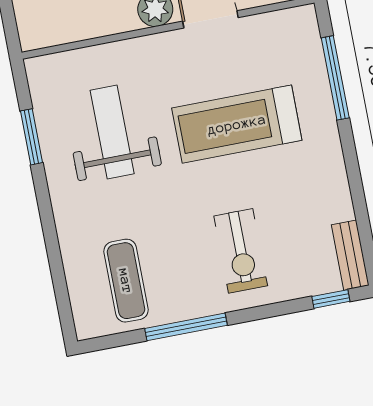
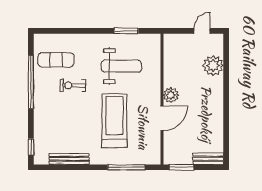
exercise bike: (241, 251) -> (73, 85), moved, width x0.73, depth x0.72
bench: (350, 255) -> (69, 159), moved, width x1.36
window: (186, 327) -> (31, 82), width x1.46

